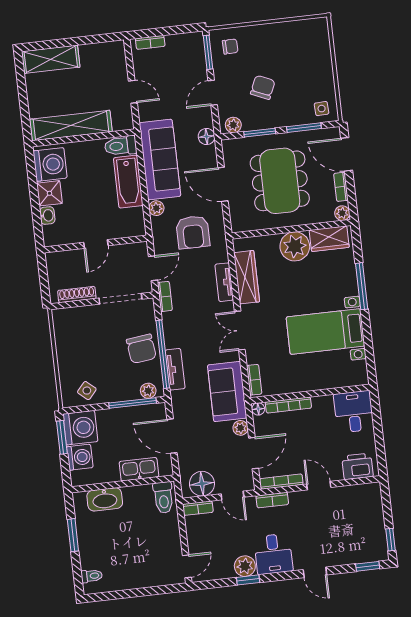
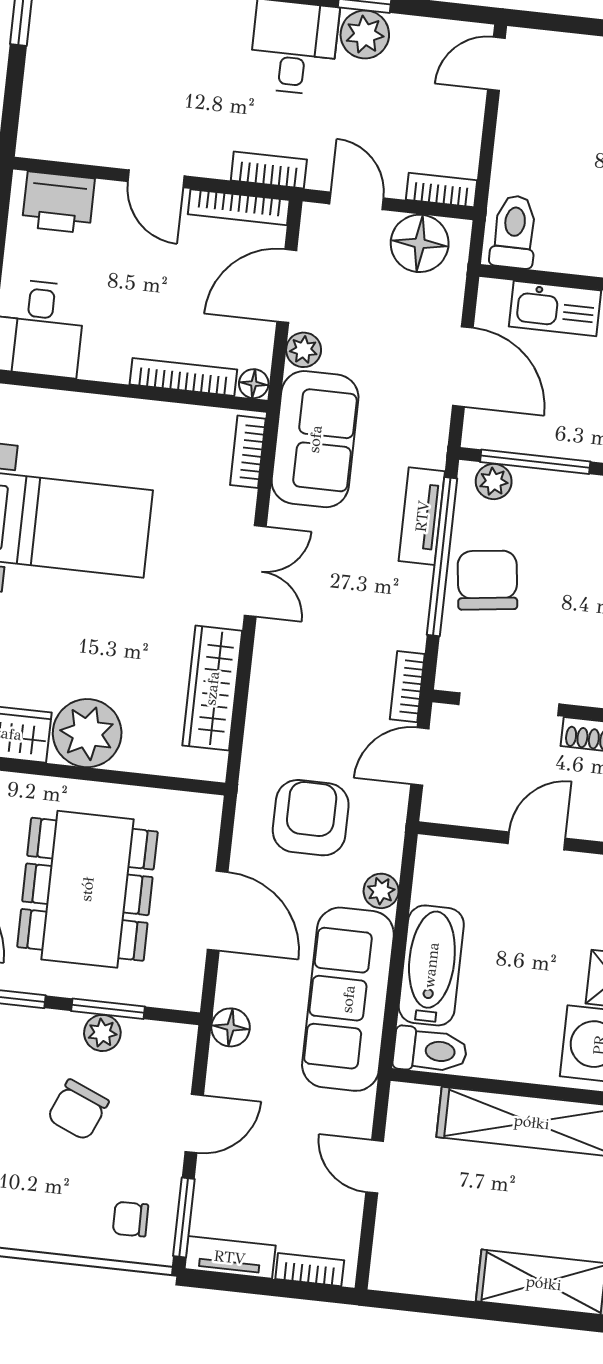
plant: (233, 125) -> (102, 1033), moved
tv unit: (224, 282) -> (230, 1257), moved, turned -90

